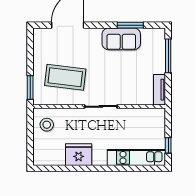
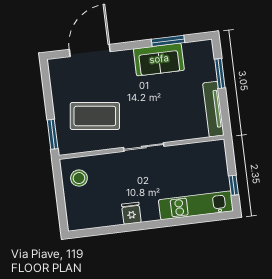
window: (168, 56) -> (220, 73), width x0.69
tv unit: (159, 90) -> (213, 109), width x1.41
fridge: (79, 155) -> (131, 213), width x0.53, depth x0.75

